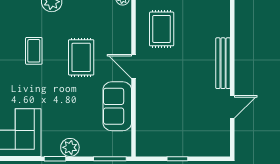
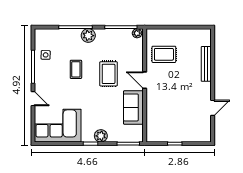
rug: (162, 29) -> (164, 54), turned 90
bench: (223, 63) -> (206, 64), moved

